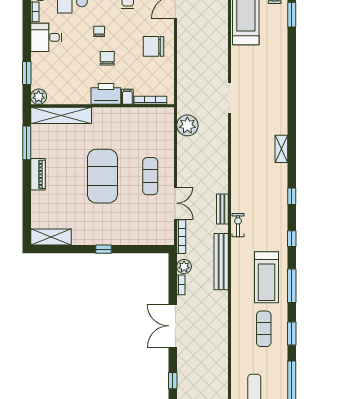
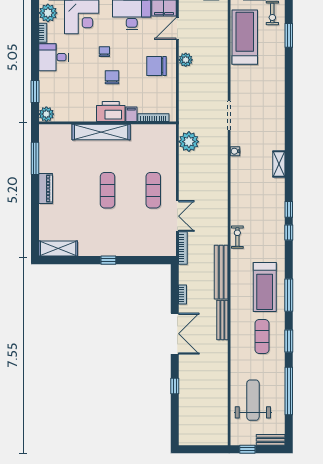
shelving: (61, 115) -> (101, 132), moved
water cooler: (236, 135) -> (235, 151), added
exercise mat: (102, 176) -> (107, 190), width x0.50, depth x0.69
bench: (222, 209) -> (222, 320), moved, width x1.36
window: (292, 239) -> (289, 233), moved
plant: (184, 267) -> (186, 60), moved
double door: (173, 326) -> (175, 334), swing flipped

